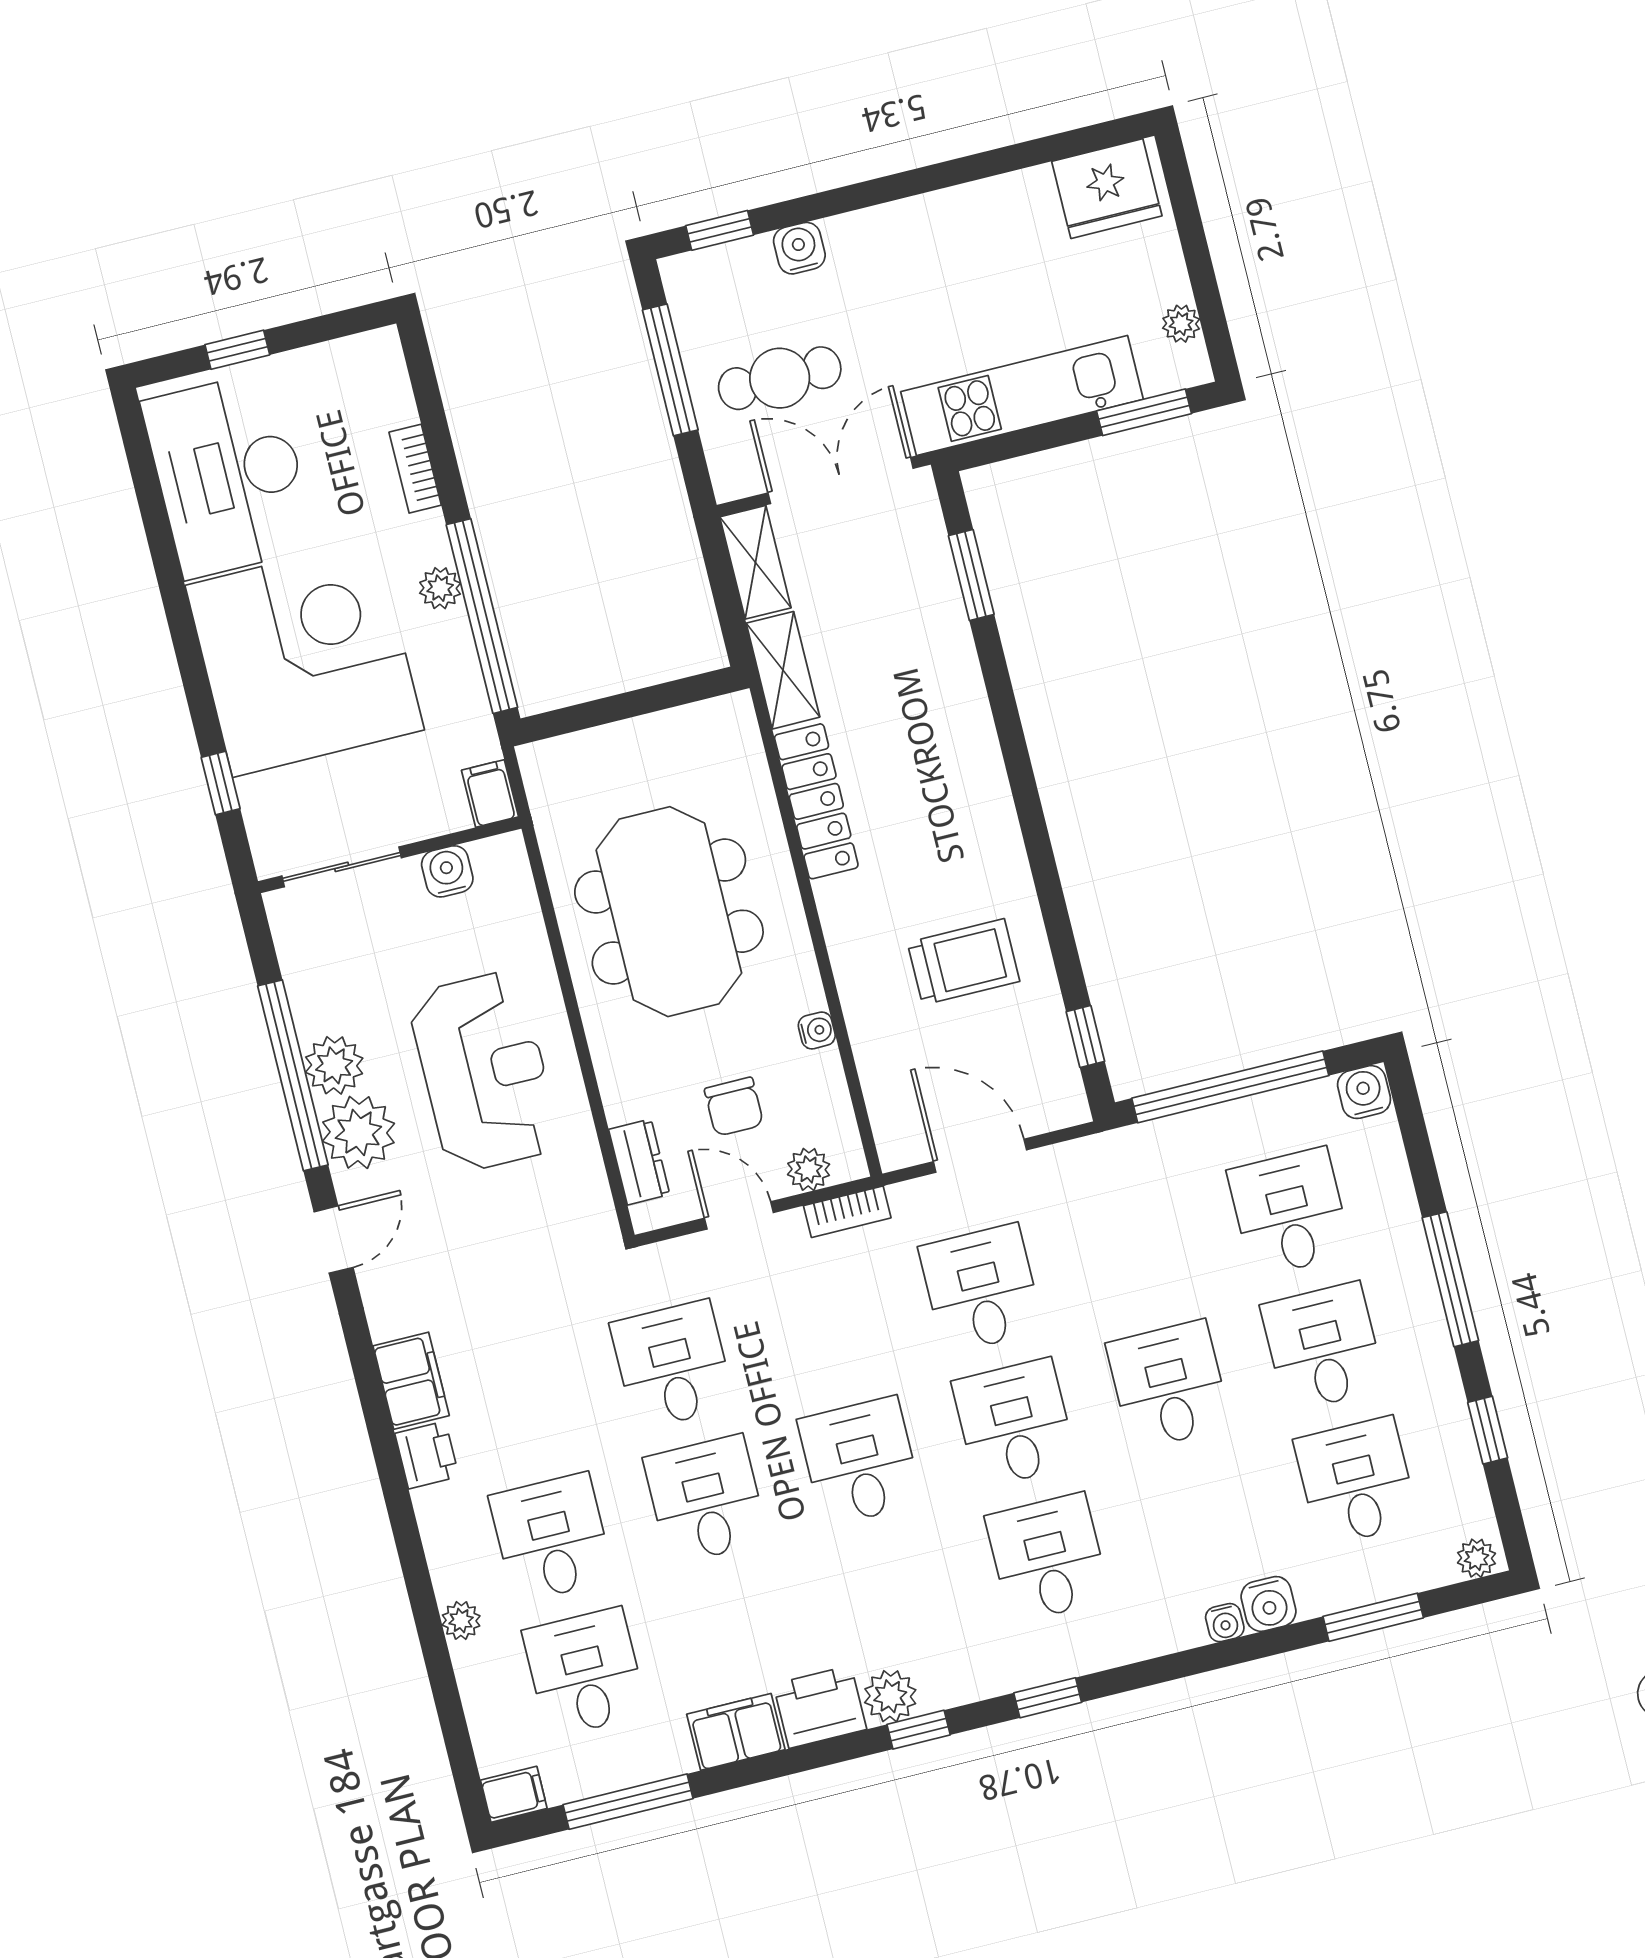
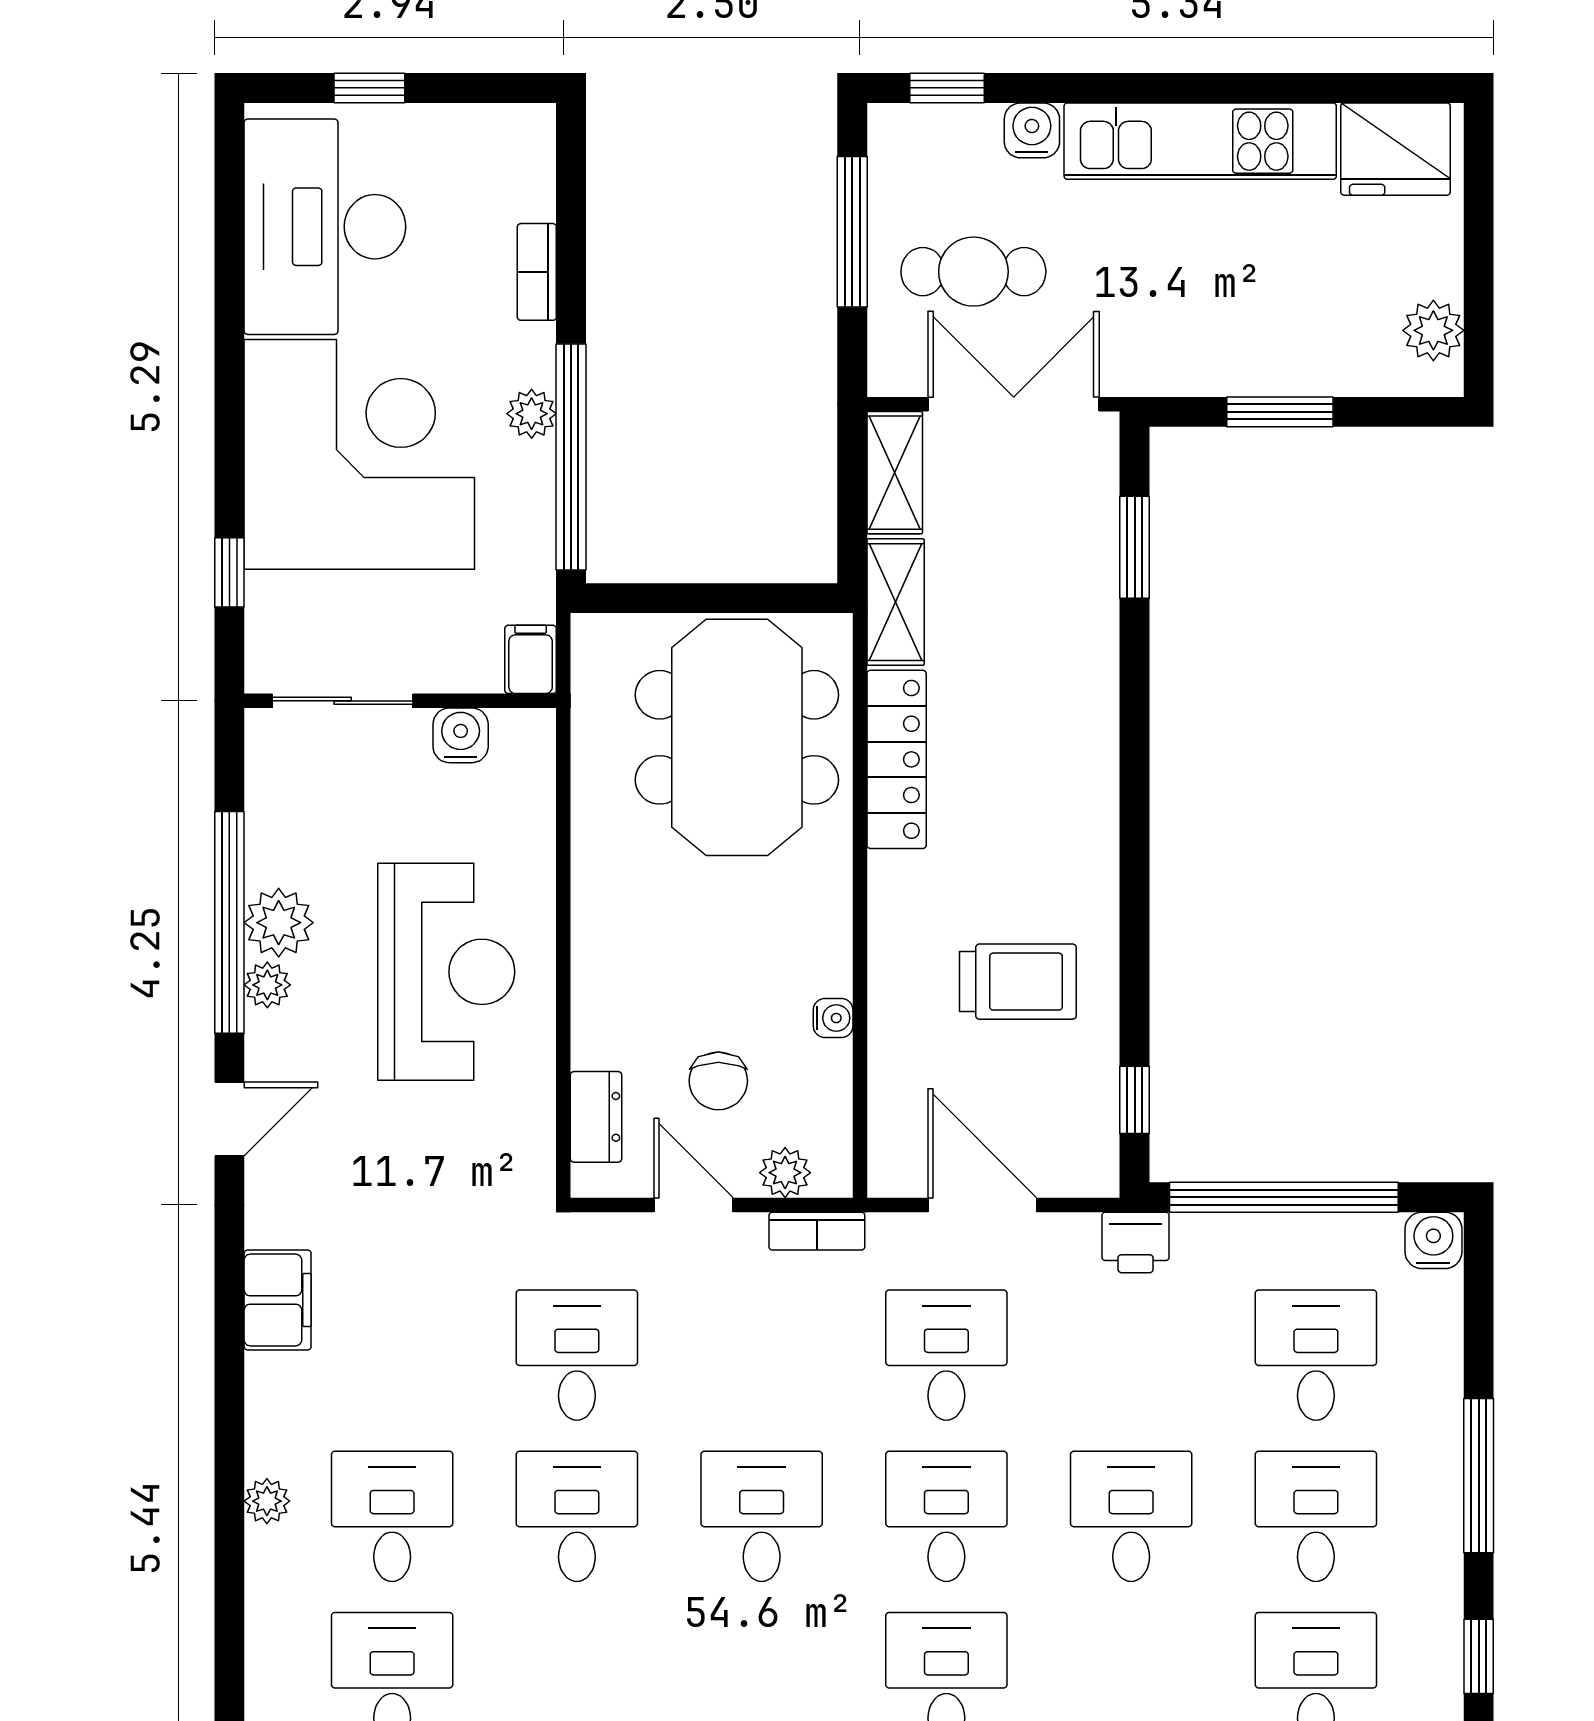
plant: (1181, 324) -> (1433, 330), width x1.38, depth x1.38
kitchen unit: (1022, 395) -> (1200, 141), moved, turned 180
window: (1144, 412) -> (1280, 412), moved
meeting table: (669, 912) -> (737, 737), moved
plant: (358, 1132) -> (267, 985), width x0.53, depth x0.53
printer: (427, 1455) -> (1136, 1242), moved, turned 90
plant: (461, 1621) -> (267, 1501), moved

